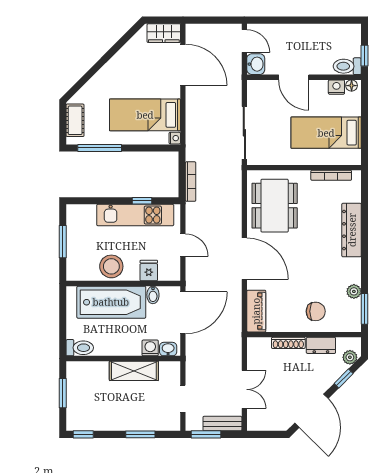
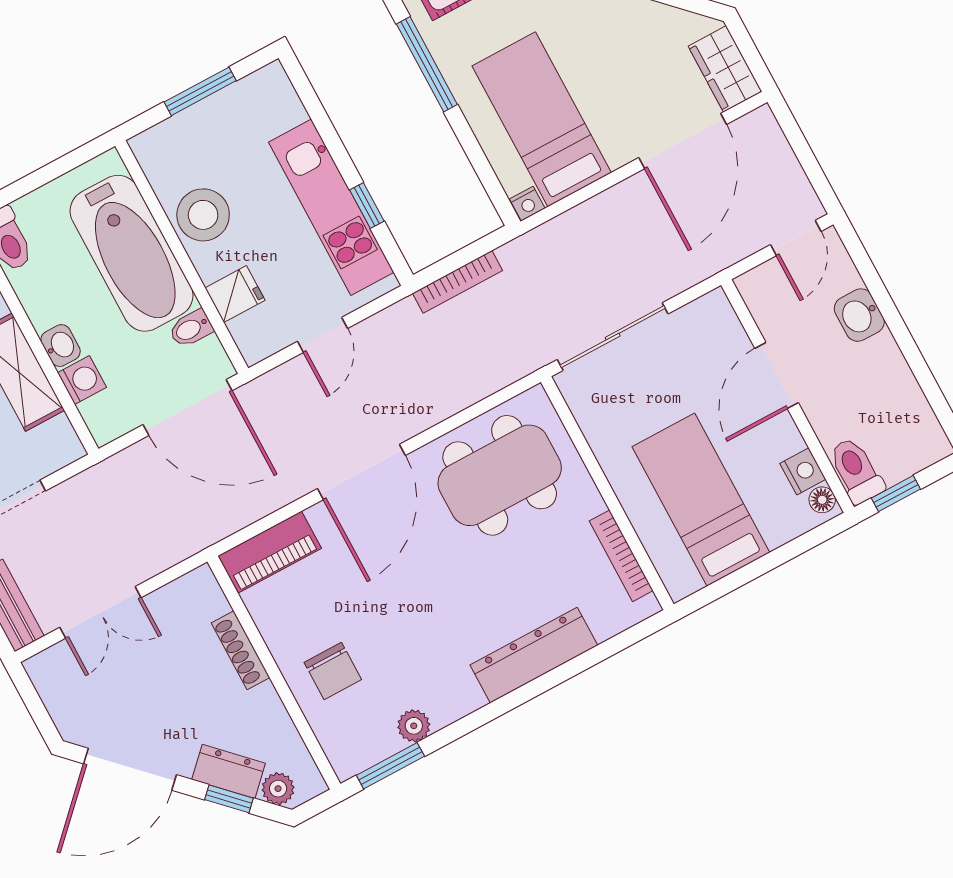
washbasin: (256, 64) -> (859, 315), moved, turned 90
dresser: (321, 345) -> (229, 771), moved, turned 135
washbasin: (168, 349) -> (61, 346), moved

